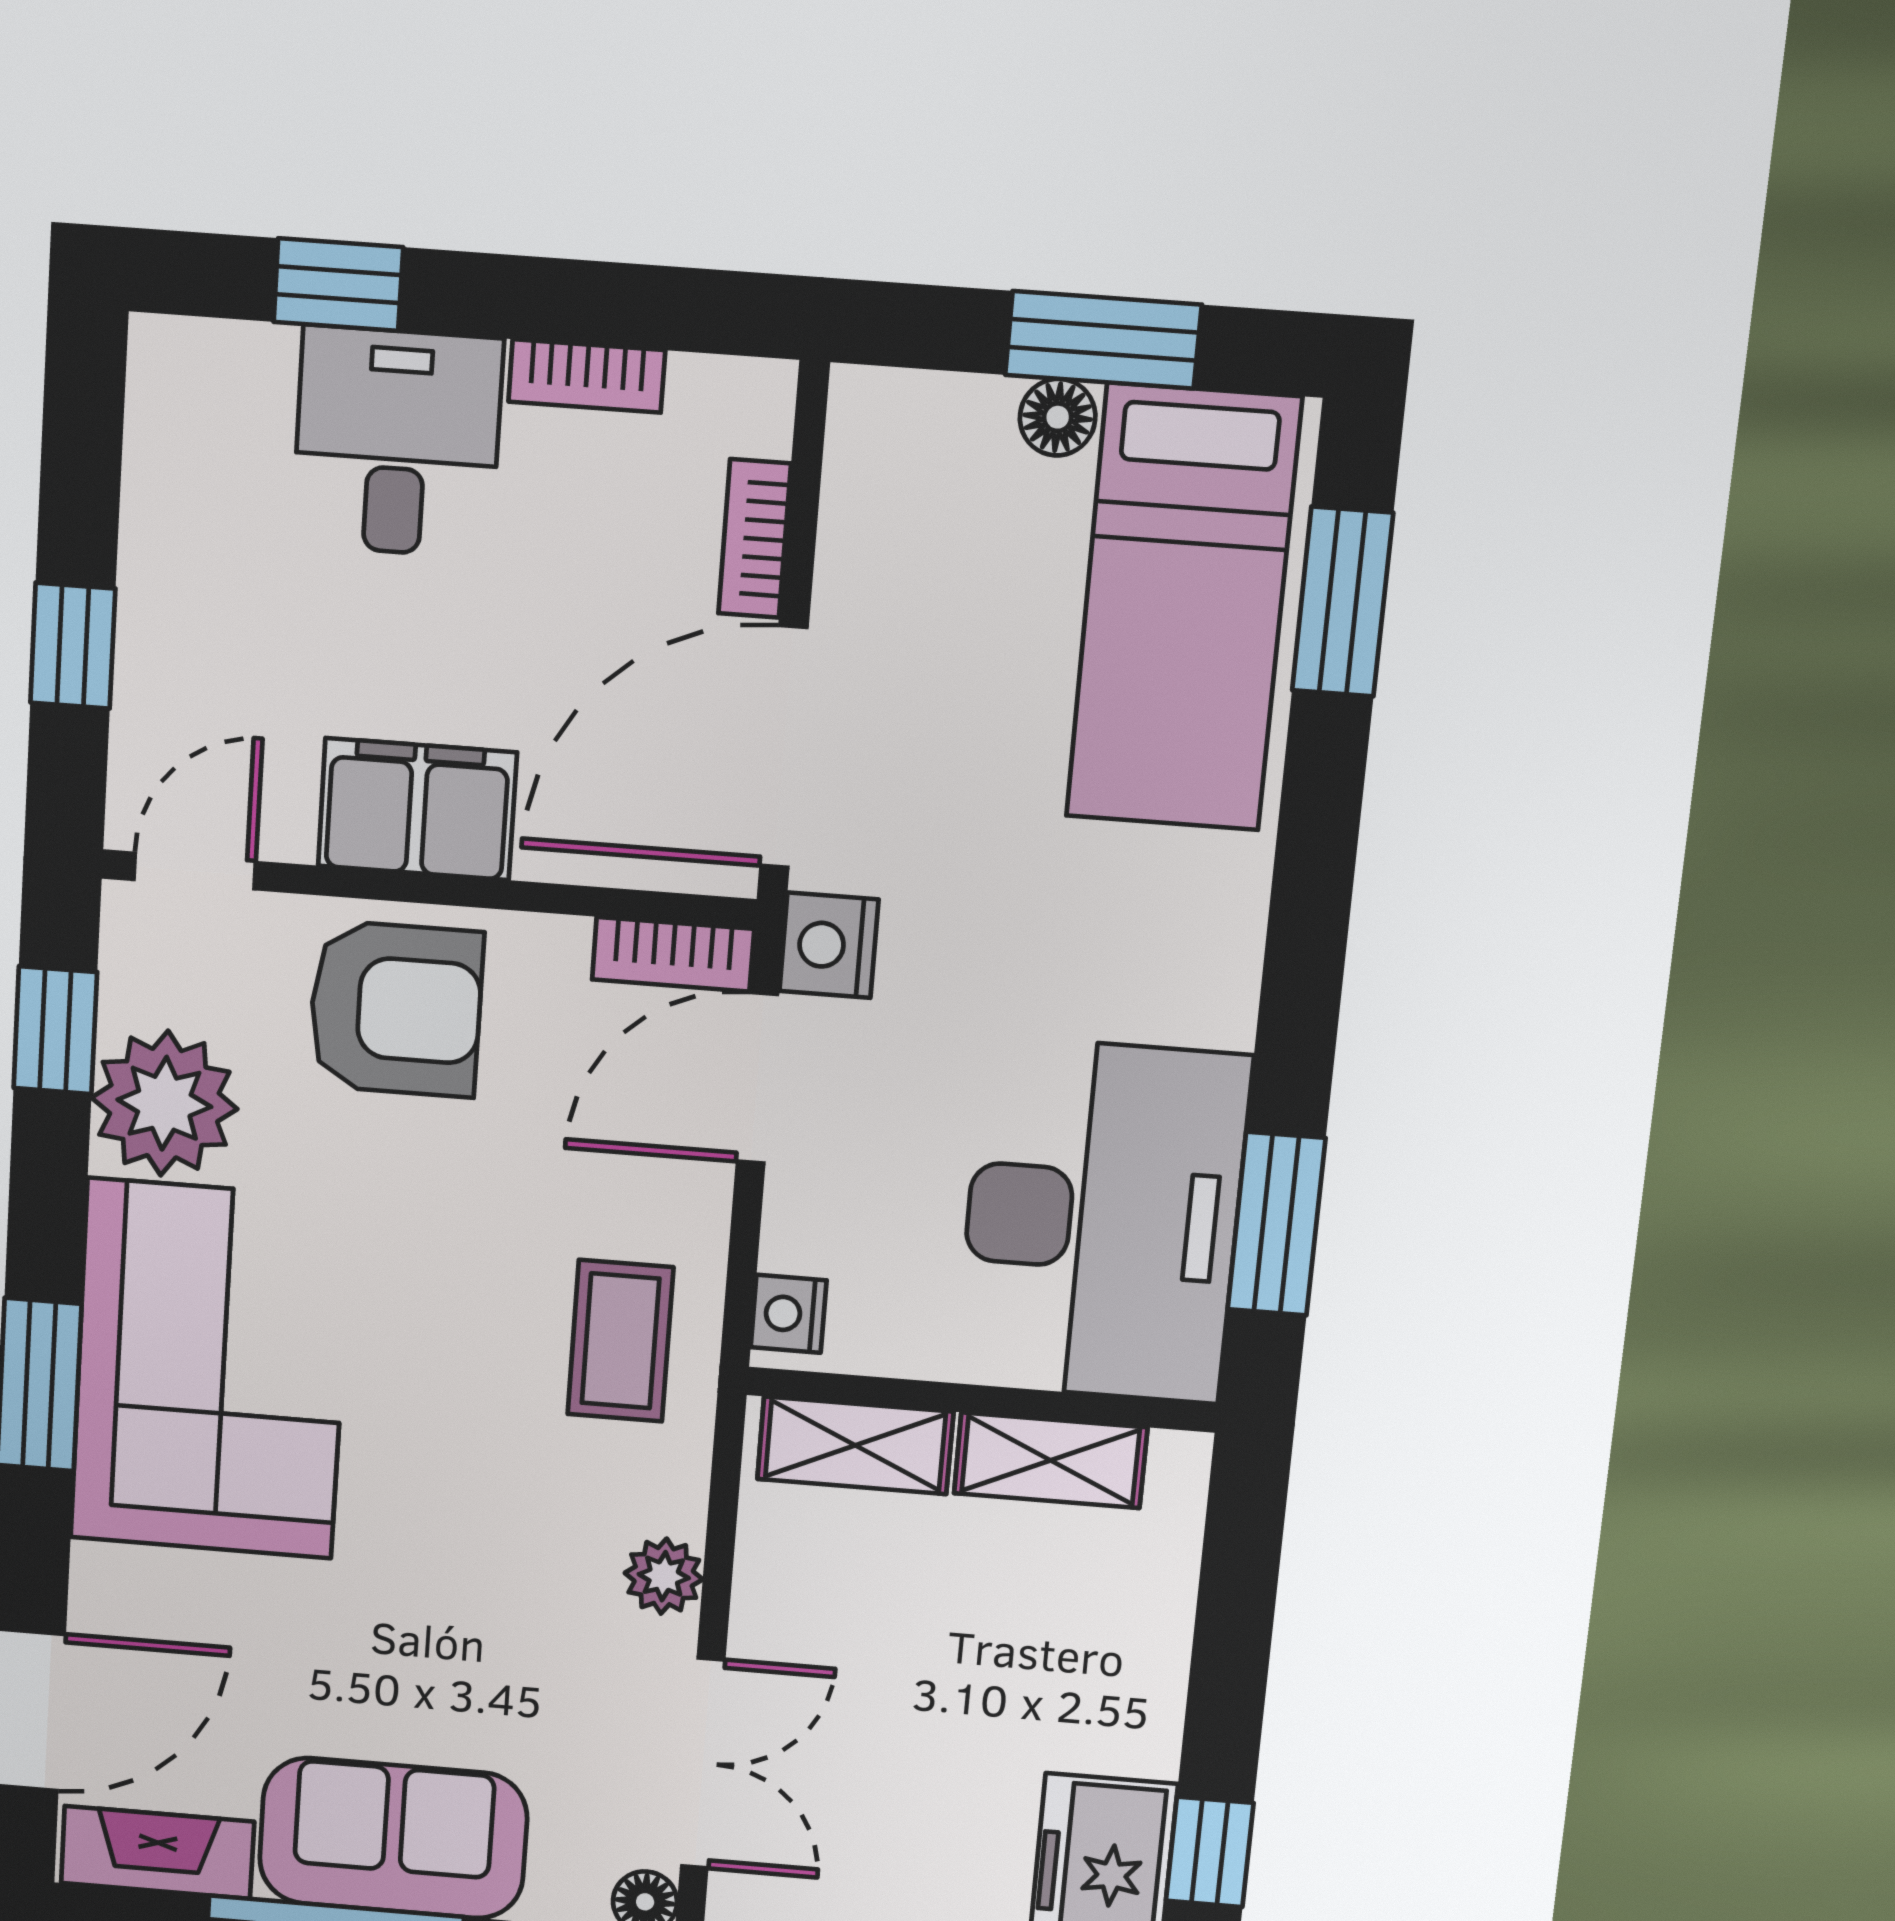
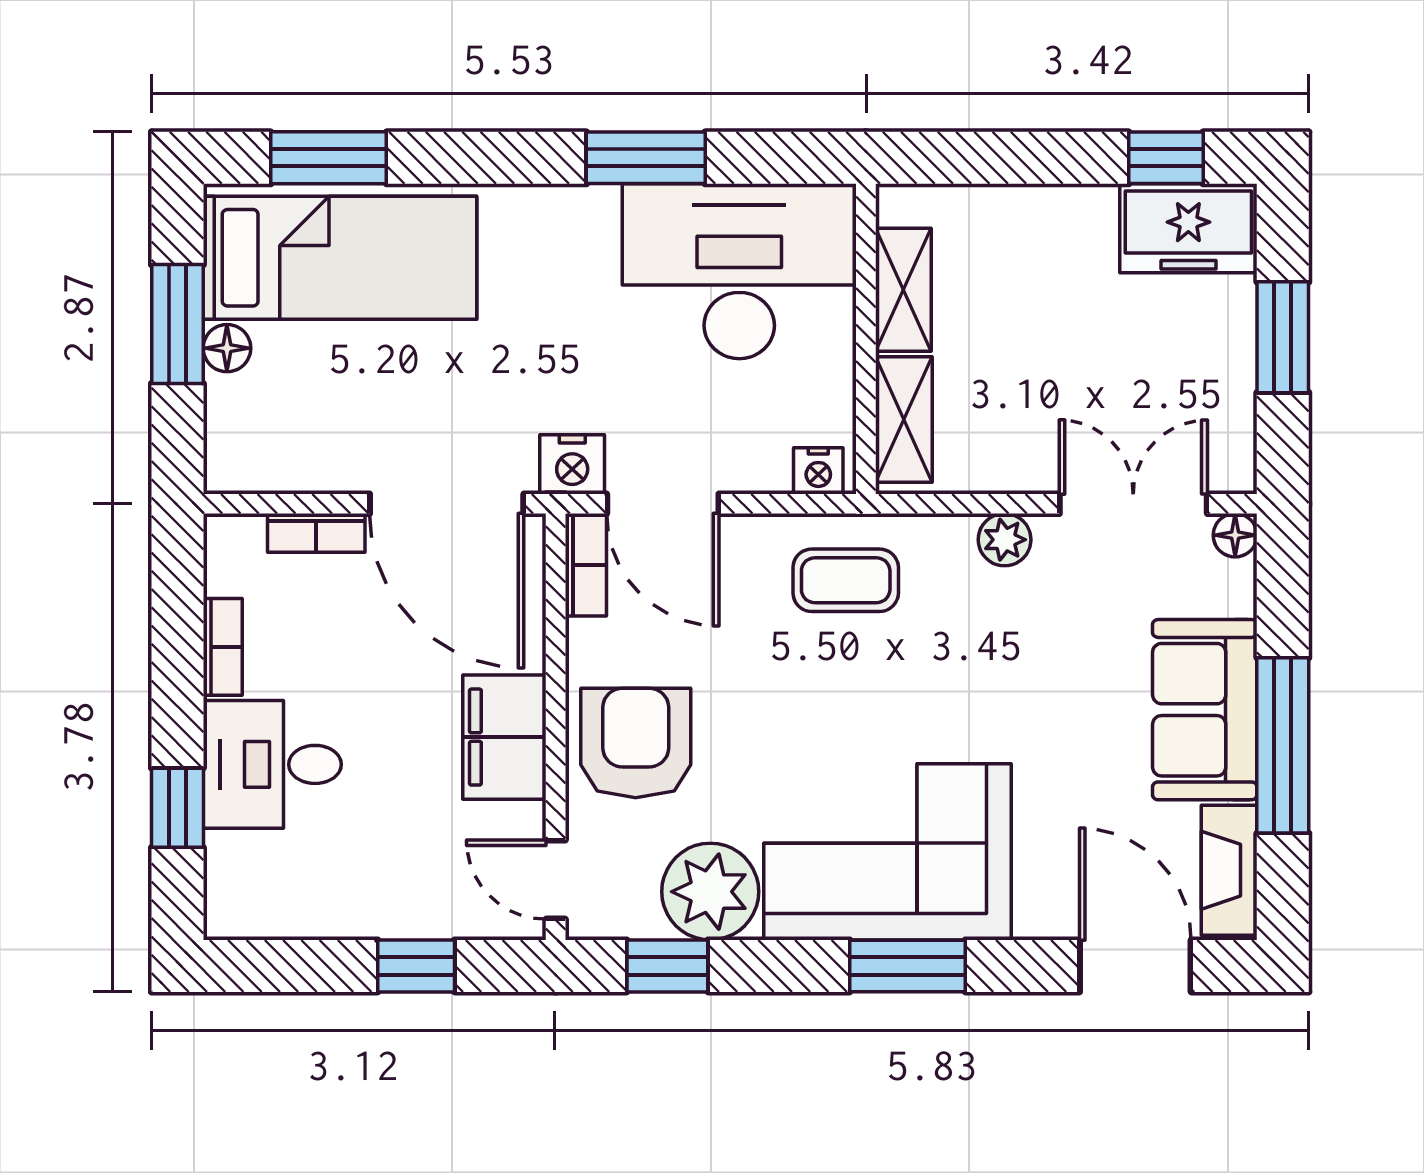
window: (1276, 1224) -> (646, 158), moved

